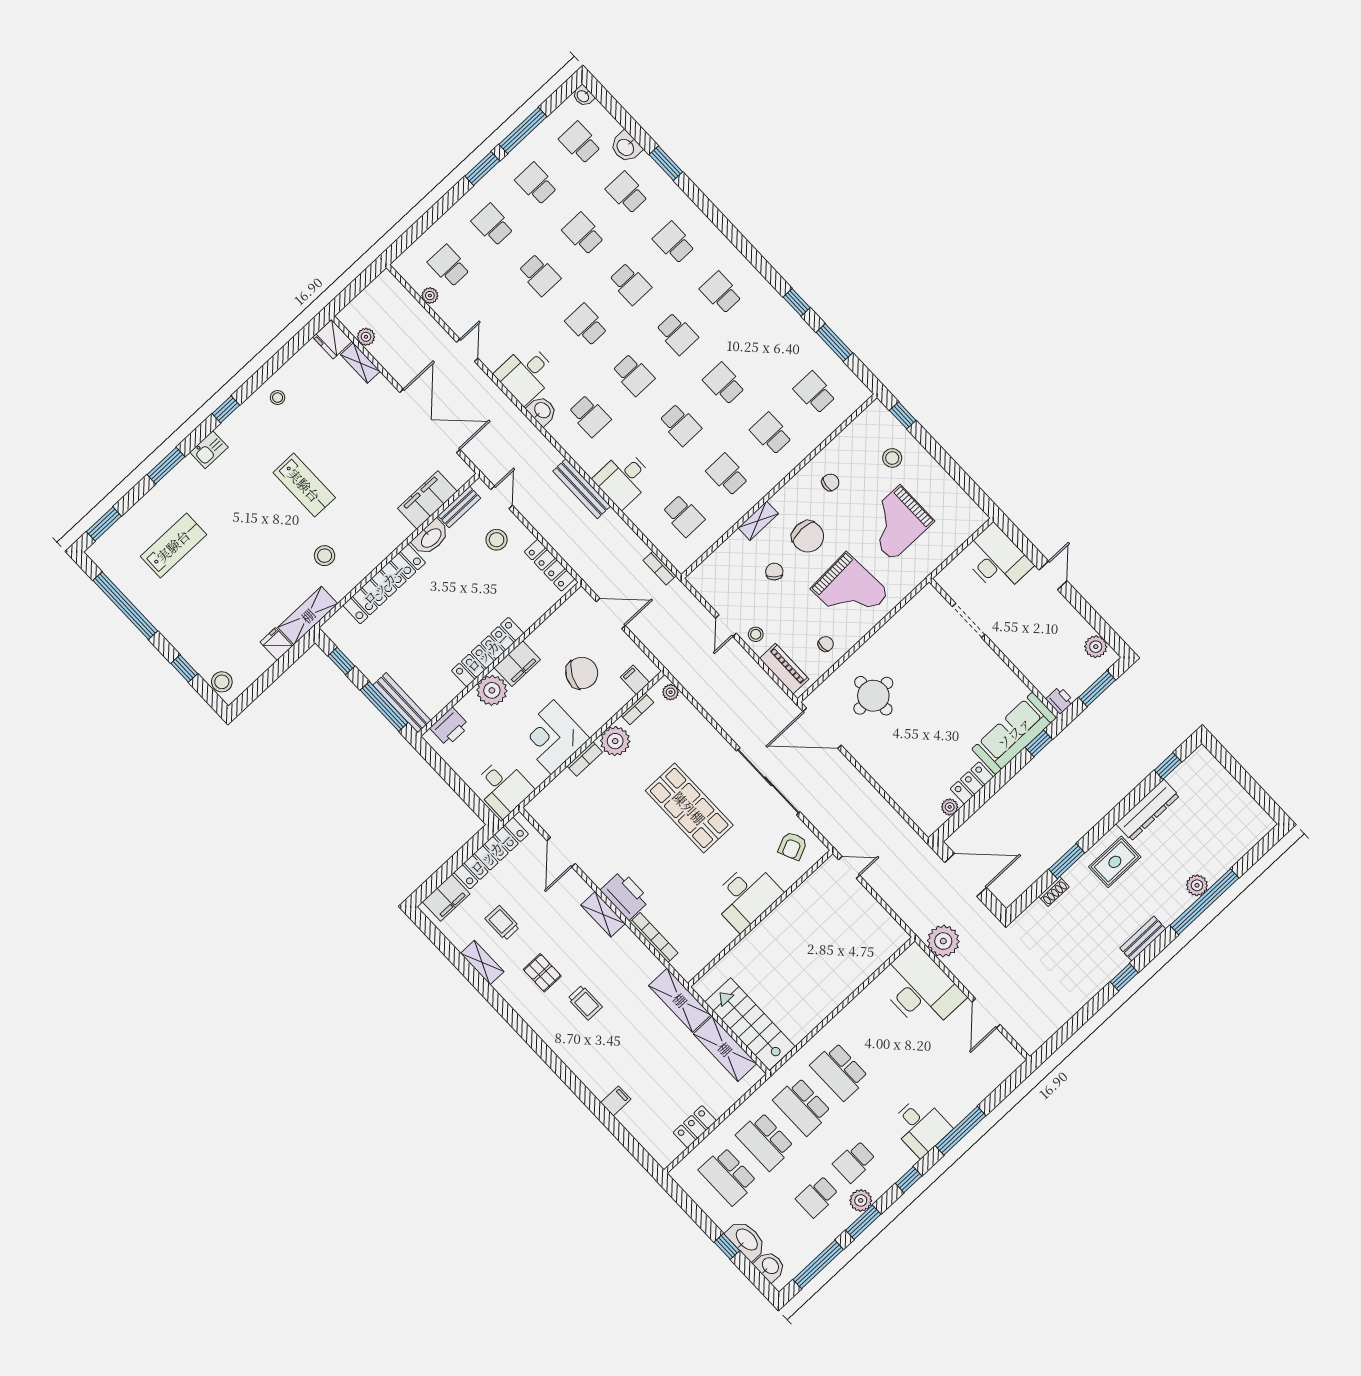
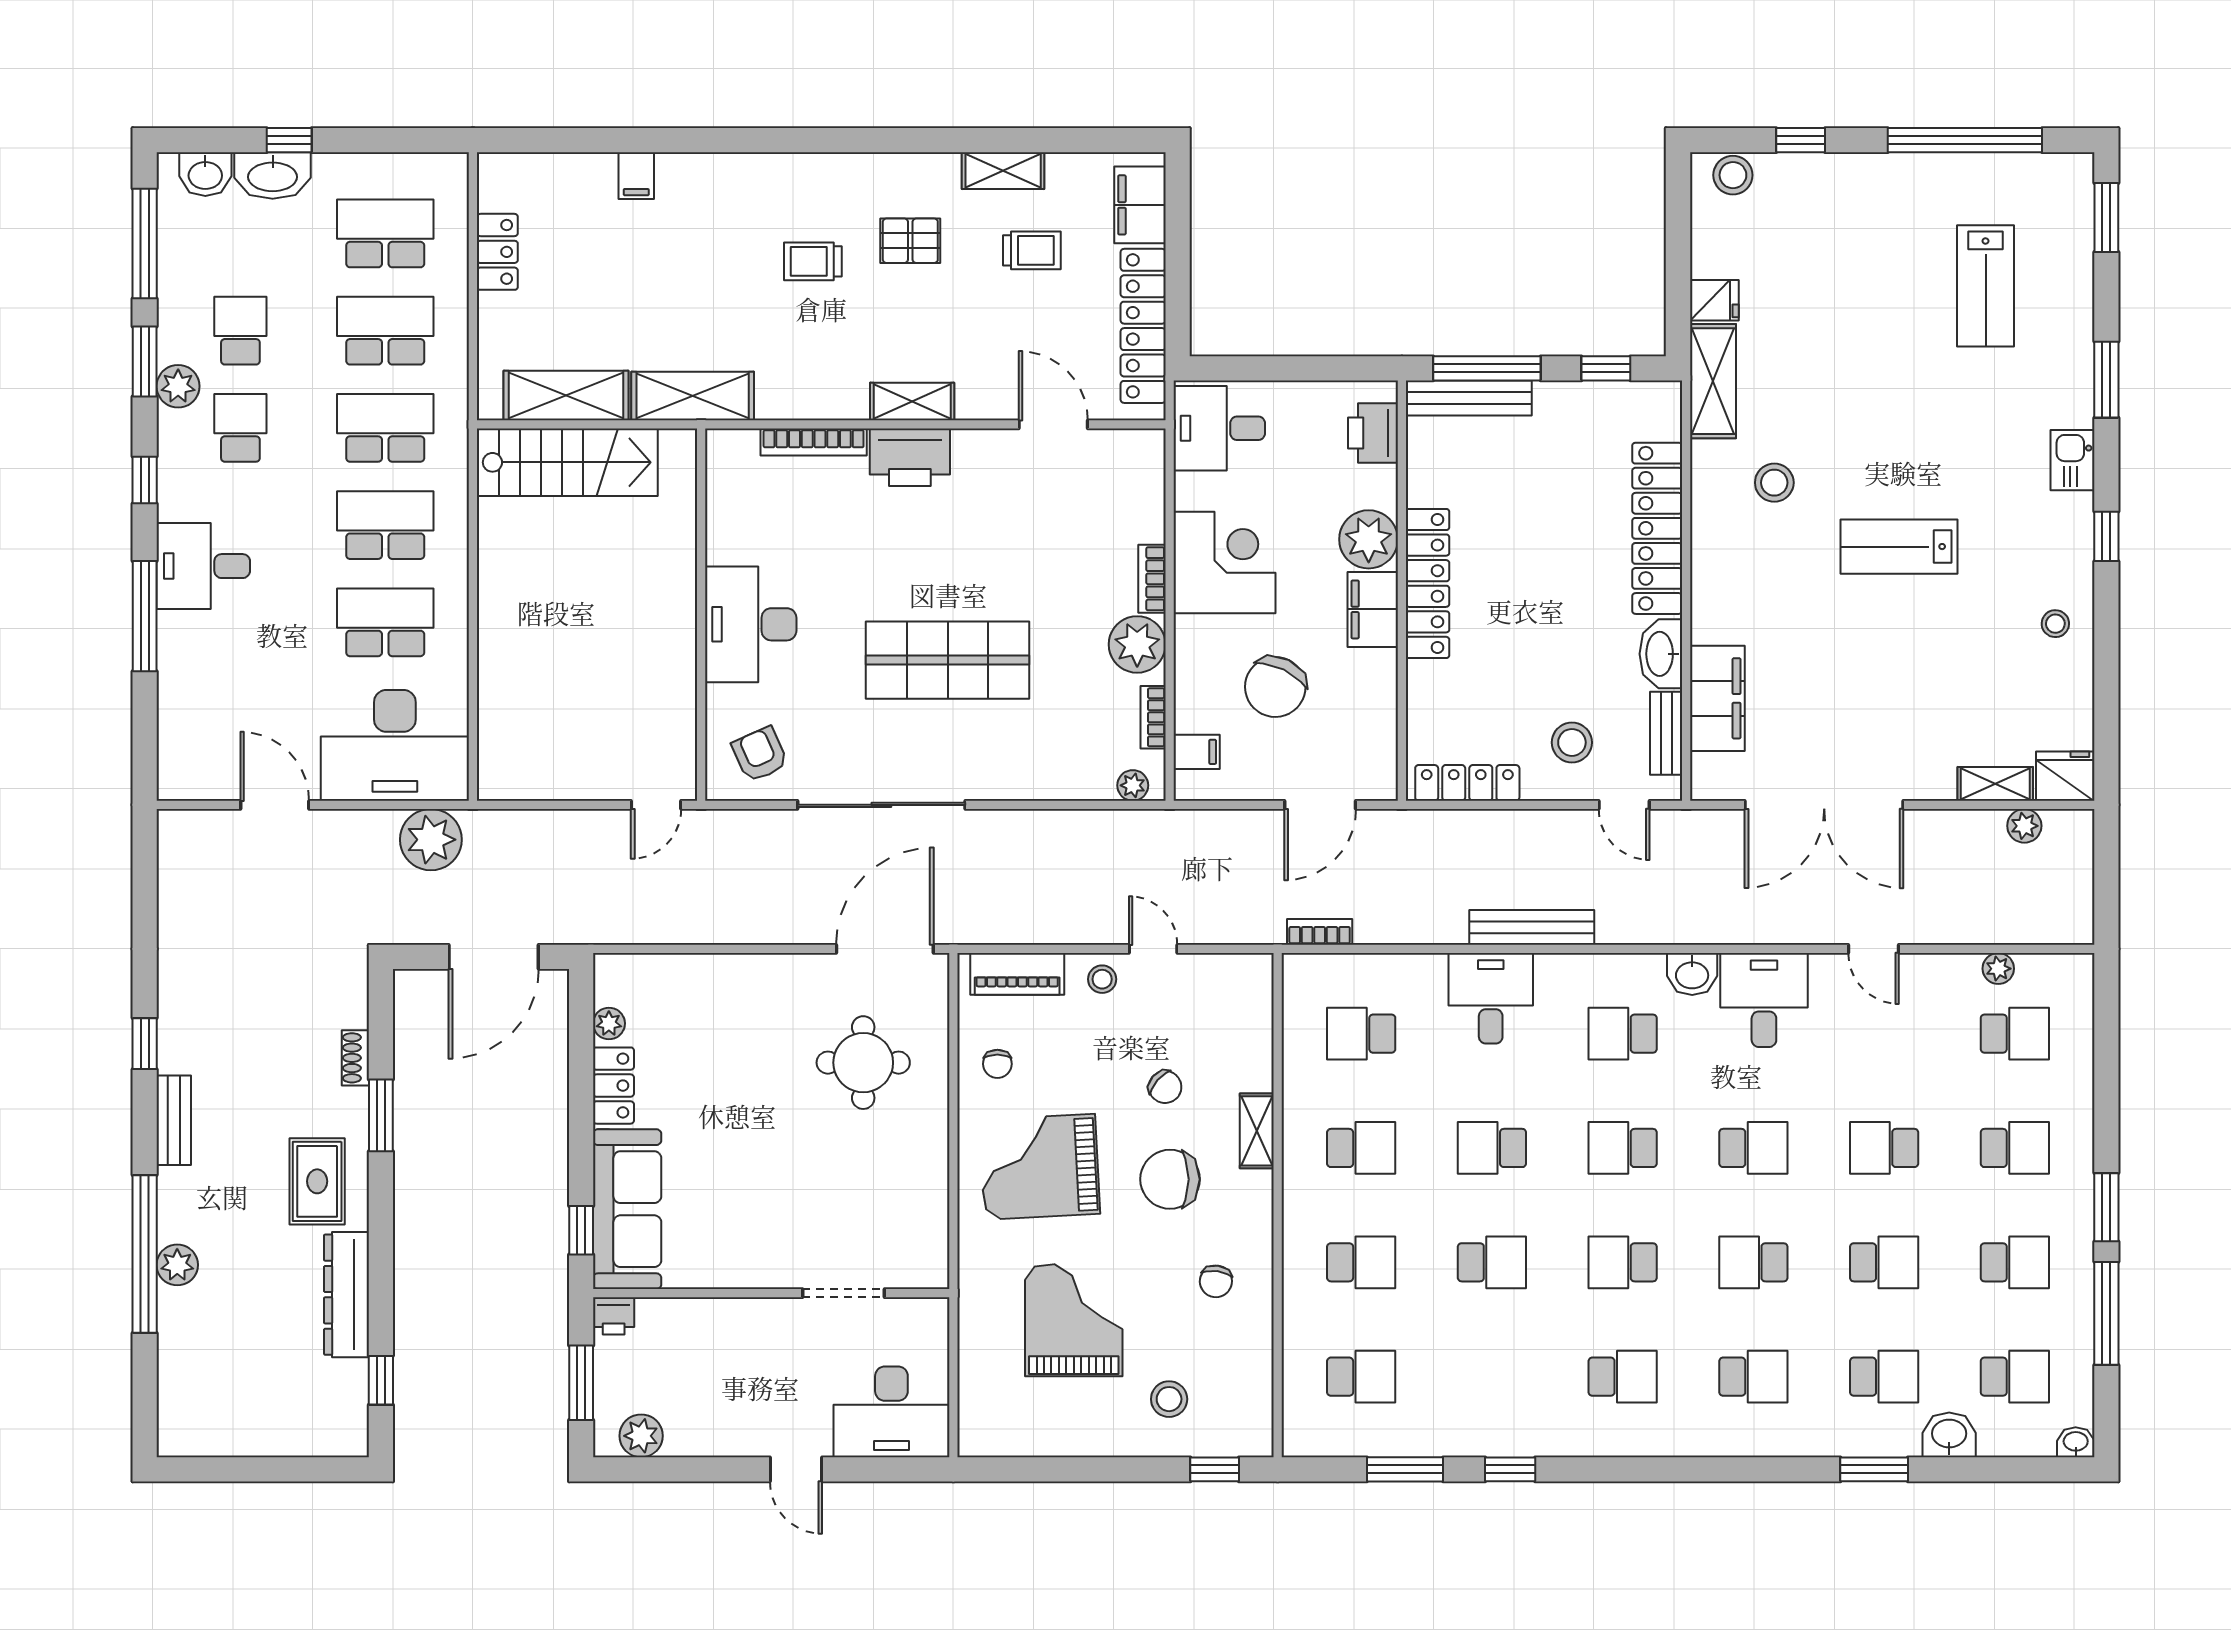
school desk: (877, 1037) -> (385, 622), added

